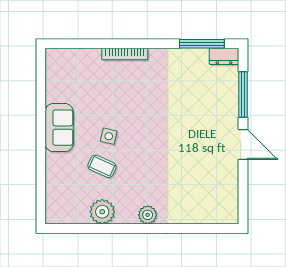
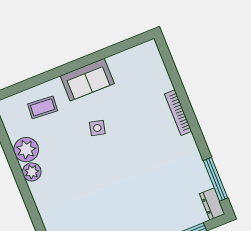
coffee table: (102, 166) -> (43, 107), moved, turned 70
plant: (148, 215) -> (32, 172), moved

